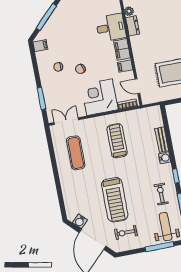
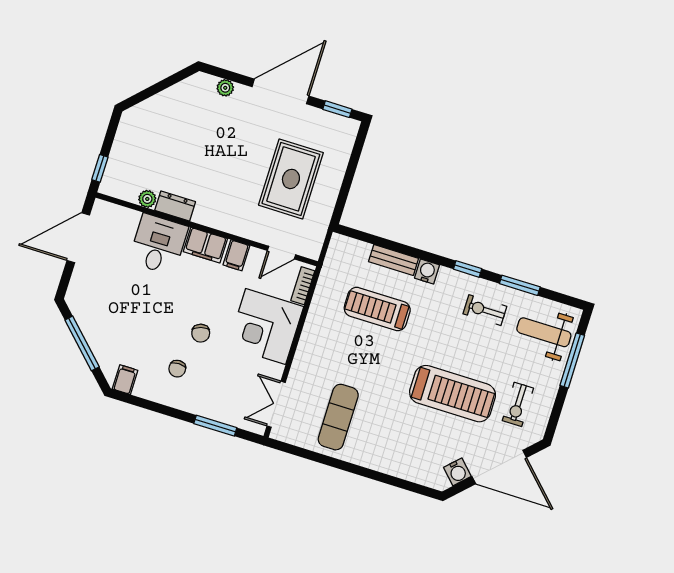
treadmill: (117, 141) -> (377, 309), moved
exercise mat: (76, 153) -> (338, 417), turned 90

